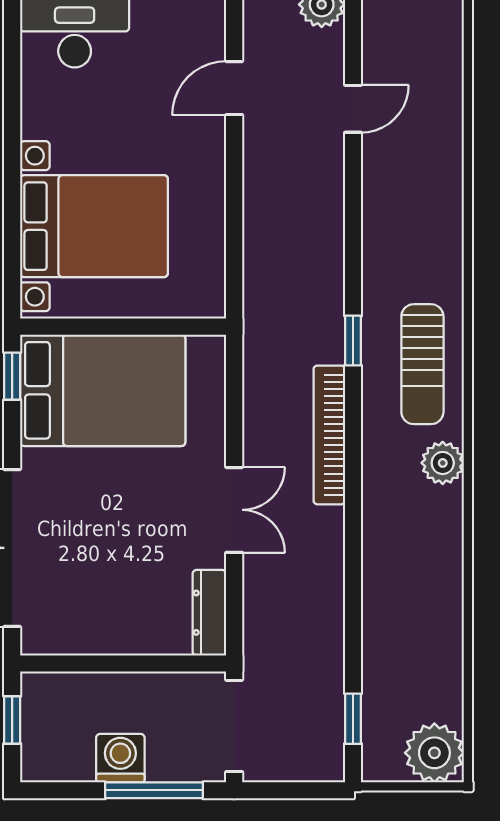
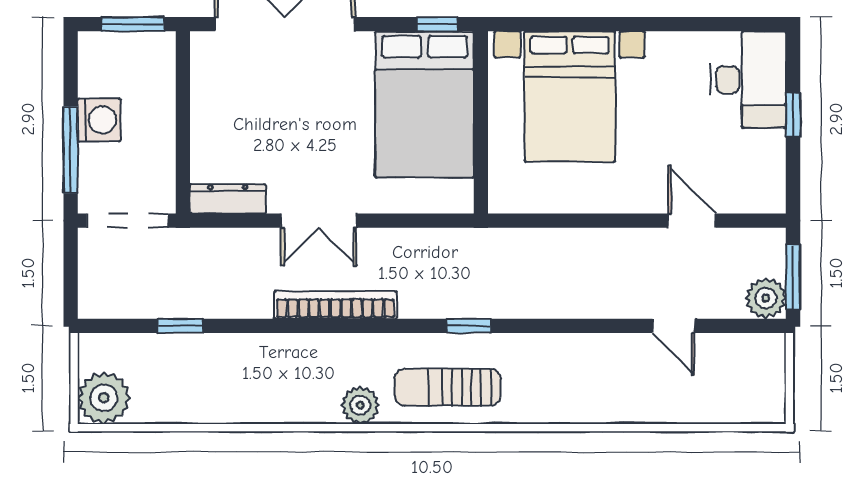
bookcase: (329, 435) -> (335, 305), moved
window: (353, 719) -> (180, 326), moved
window: (12, 720) -> (133, 24), width x1.50

